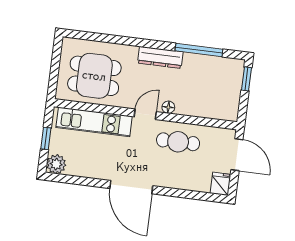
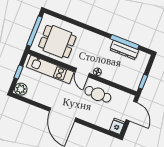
dresser: (160, 57) -> (124, 50), moved
window: (55, 69) -> (35, 31), added
window: (246, 79) -> (143, 82), moved
door: (145, 114) -> (82, 73), swing flipped

